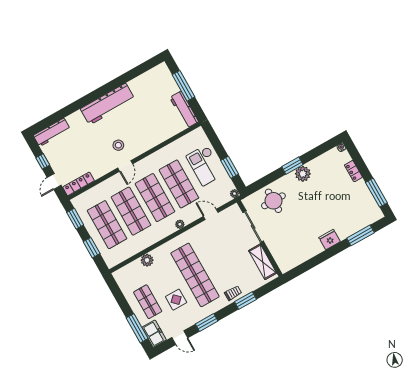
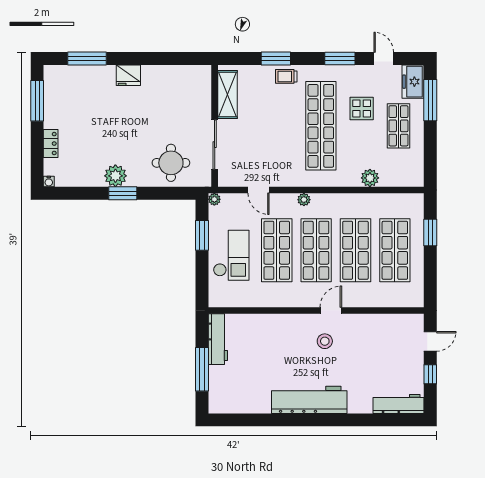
locker: (78, 184) -> (402, 321), removed
window: (75, 219) -> (430, 280), removed

